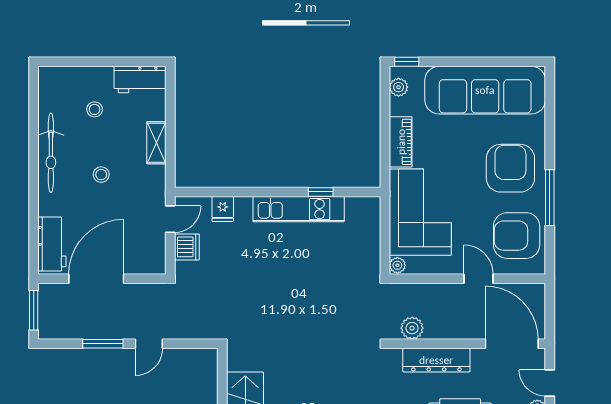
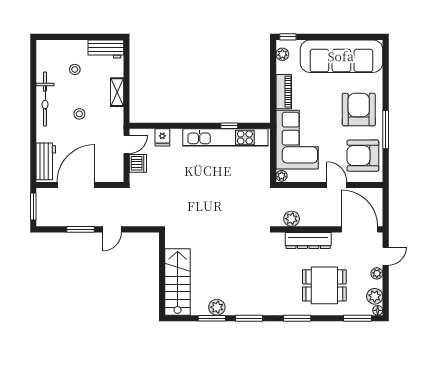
kitchen unit: (299, 209) -> (225, 137), width x1.36
door: (550, 383) -> (386, 256), swing flipped

